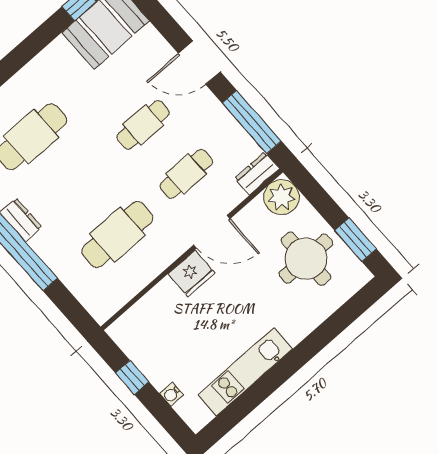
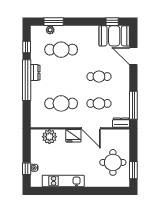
door: (199, 63) -> (133, 56), moved
plant: (281, 197) -> (49, 137), moved
window: (132, 377) -> (27, 169), moved

